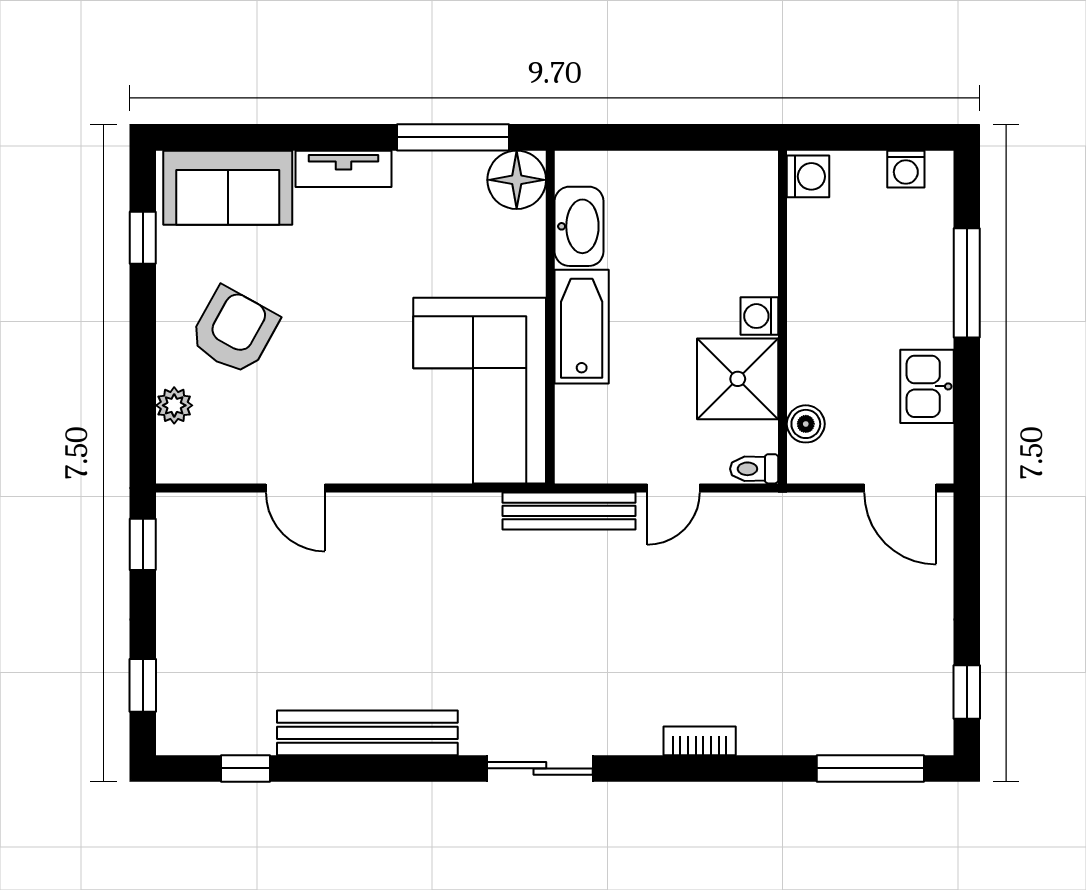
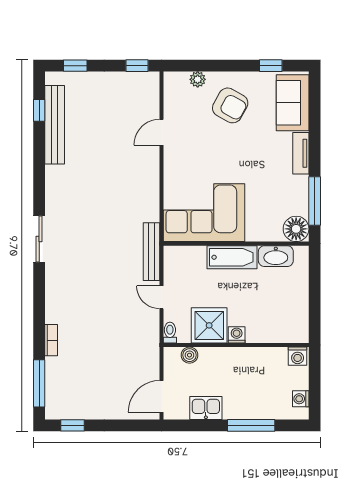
bench: (367, 733) -> (55, 125), moved
bookcase: (700, 741) -> (51, 340), moved

